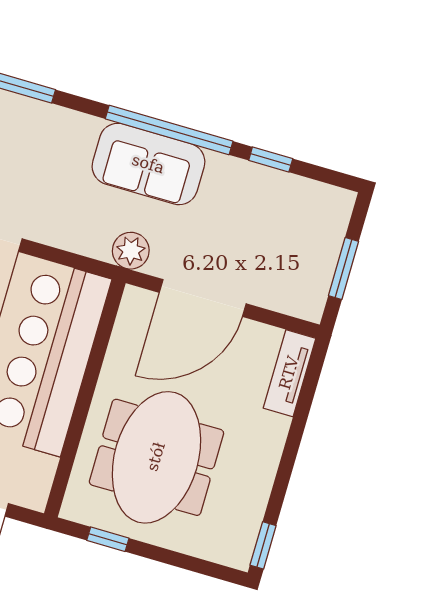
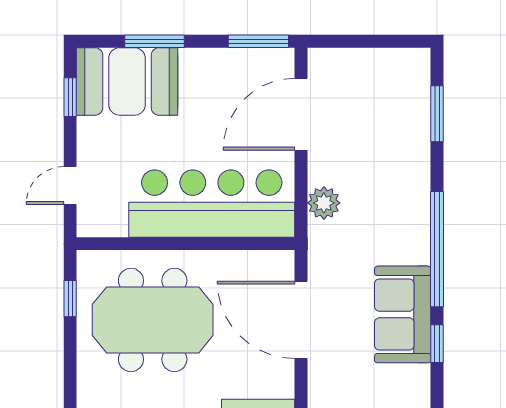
sofa: (148, 164) -> (403, 314), moved
plant: (131, 251) -> (324, 203), moved

